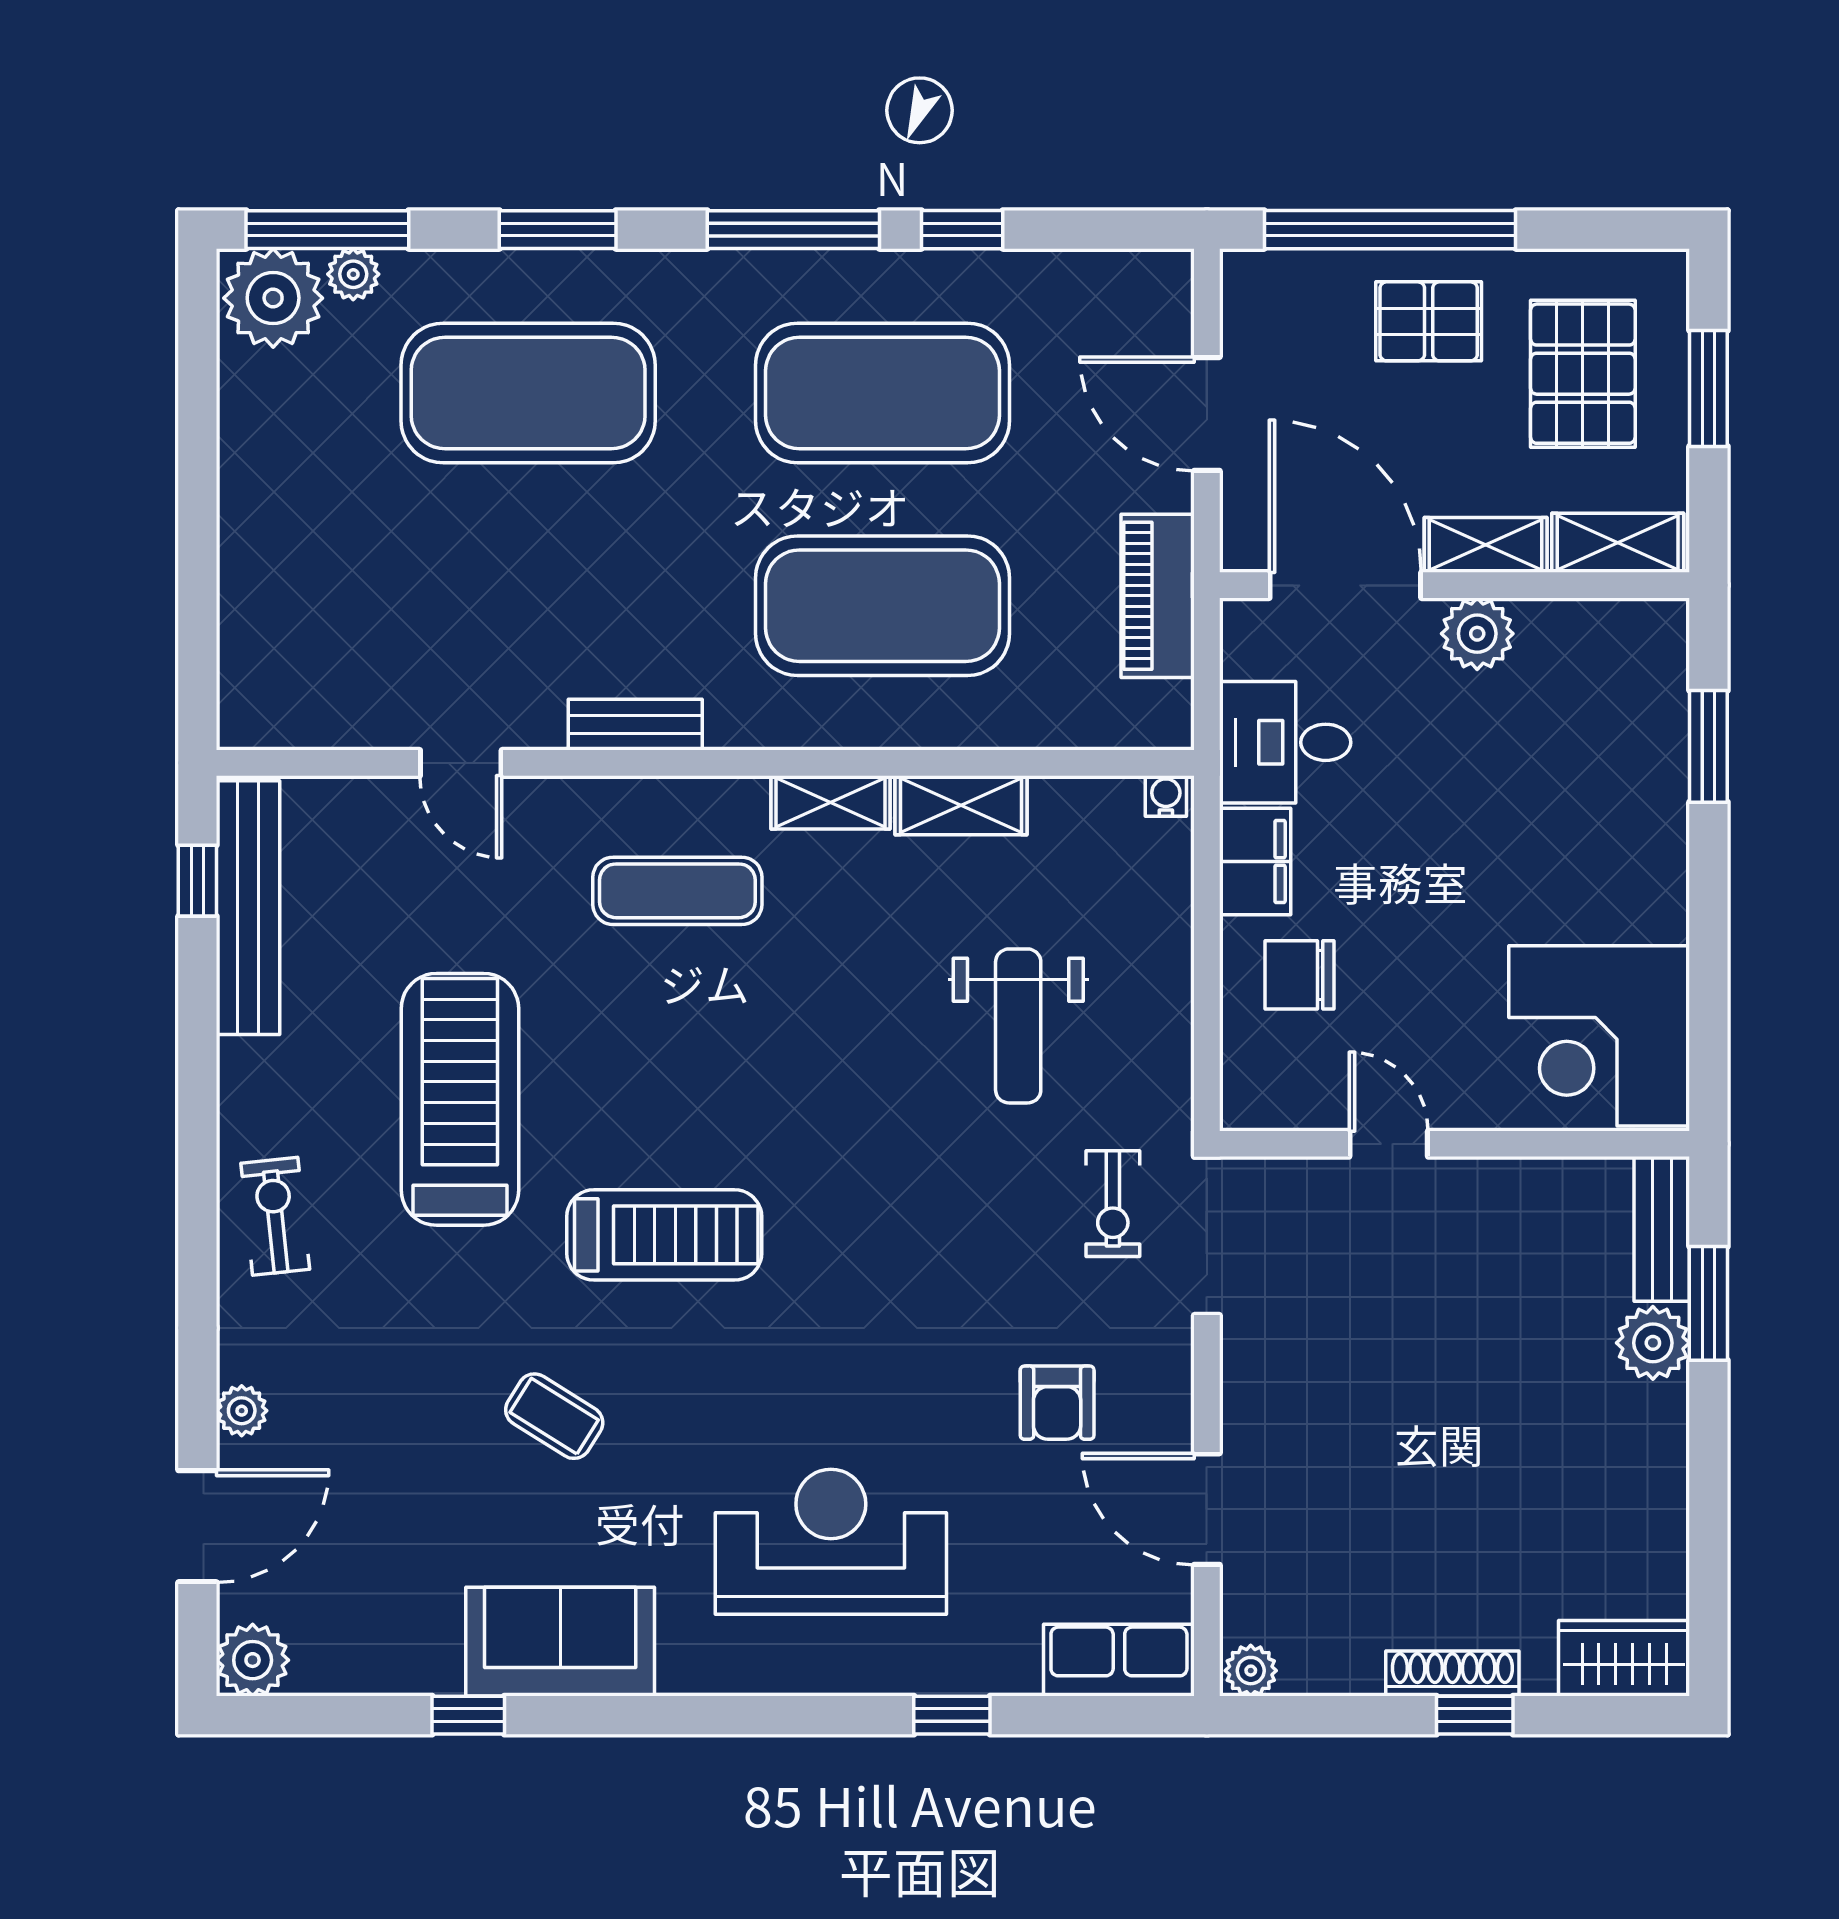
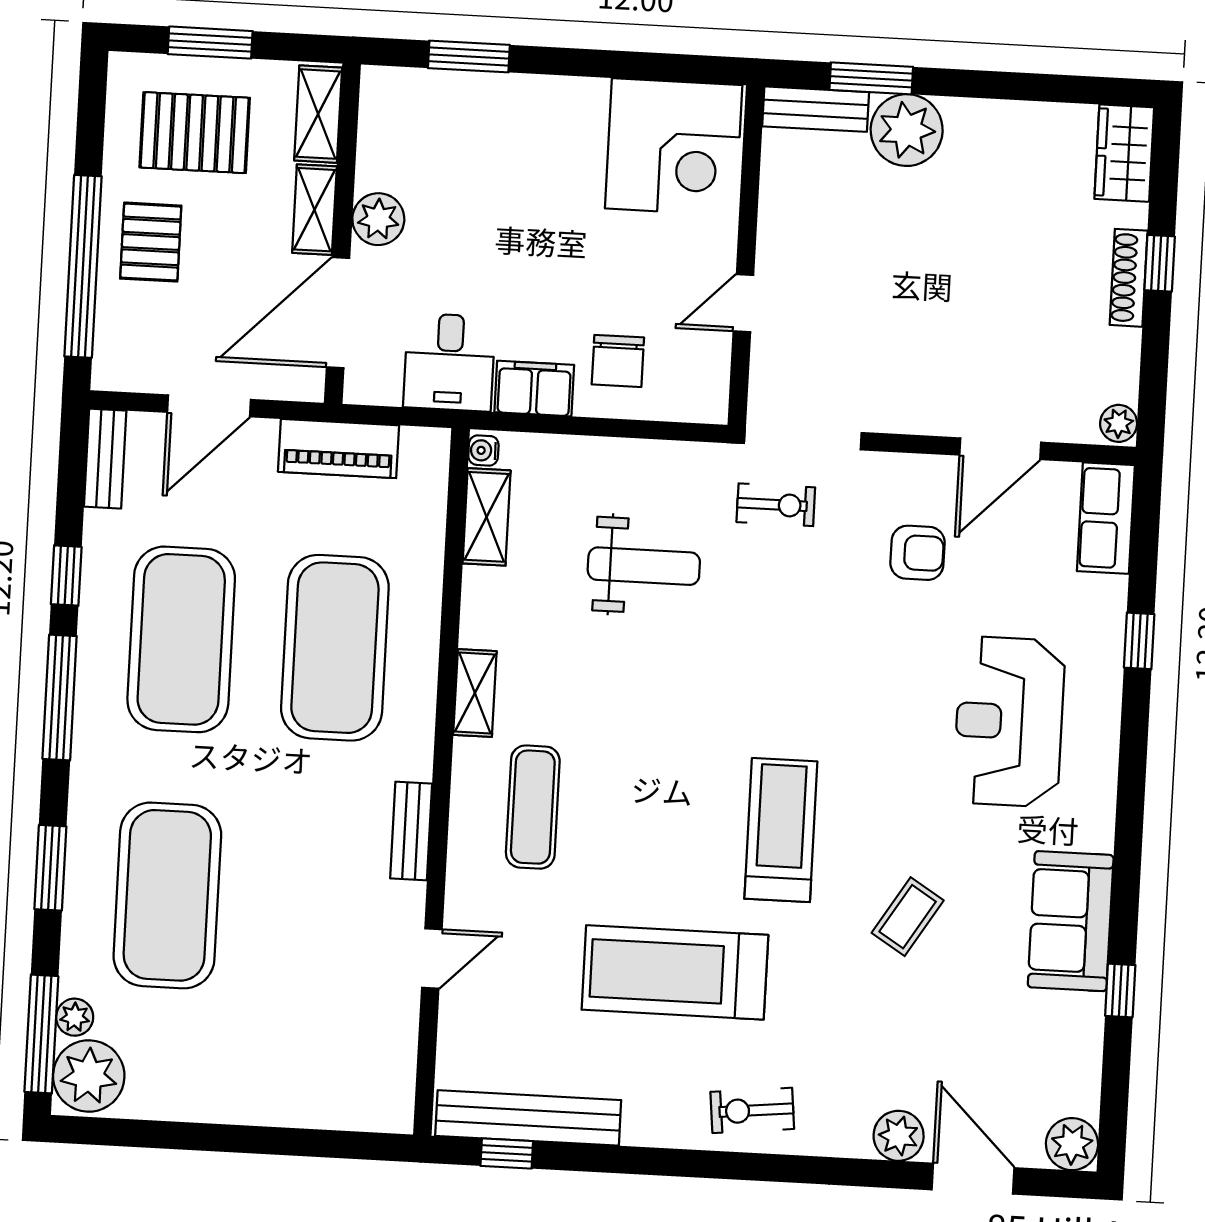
bench: (1126, 274) -> (105, 459), added
shelving: (961, 805) -> (487, 517), moved
plant: (1653, 1343) -> (907, 130), width x1.36, depth x1.36
plant: (242, 1411) -> (899, 1136), width x1.38, depth x1.38

